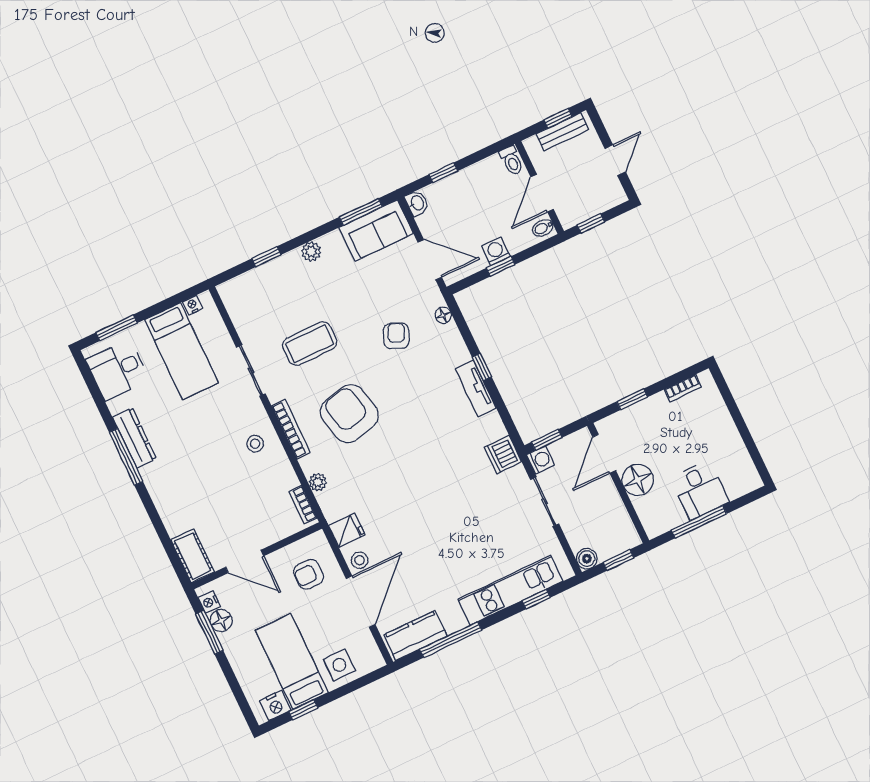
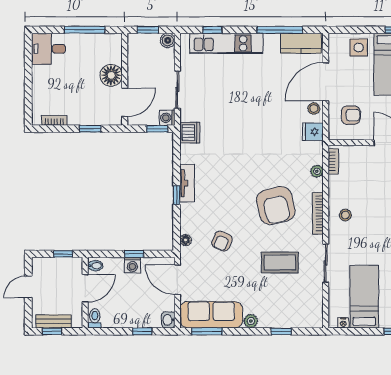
sofa: (376, 231) -> (211, 315), width x1.36
desk: (700, 490) -> (48, 49), moved, turned -90

